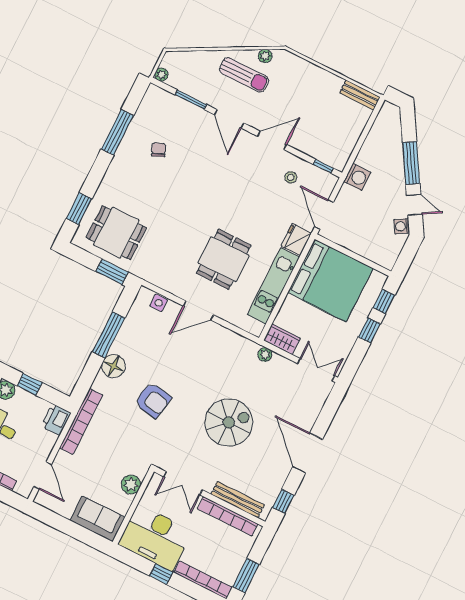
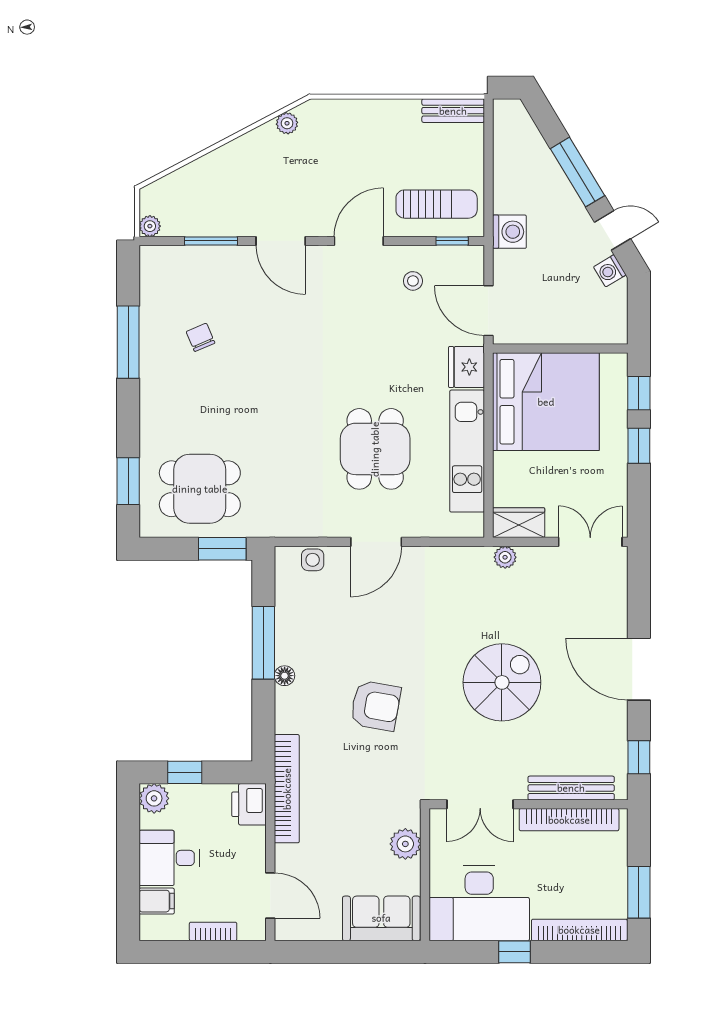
sun lounger: (244, 75) -> (437, 204), moved
floor lamp: (114, 366) -> (285, 676), width x0.53, depth x0.53

